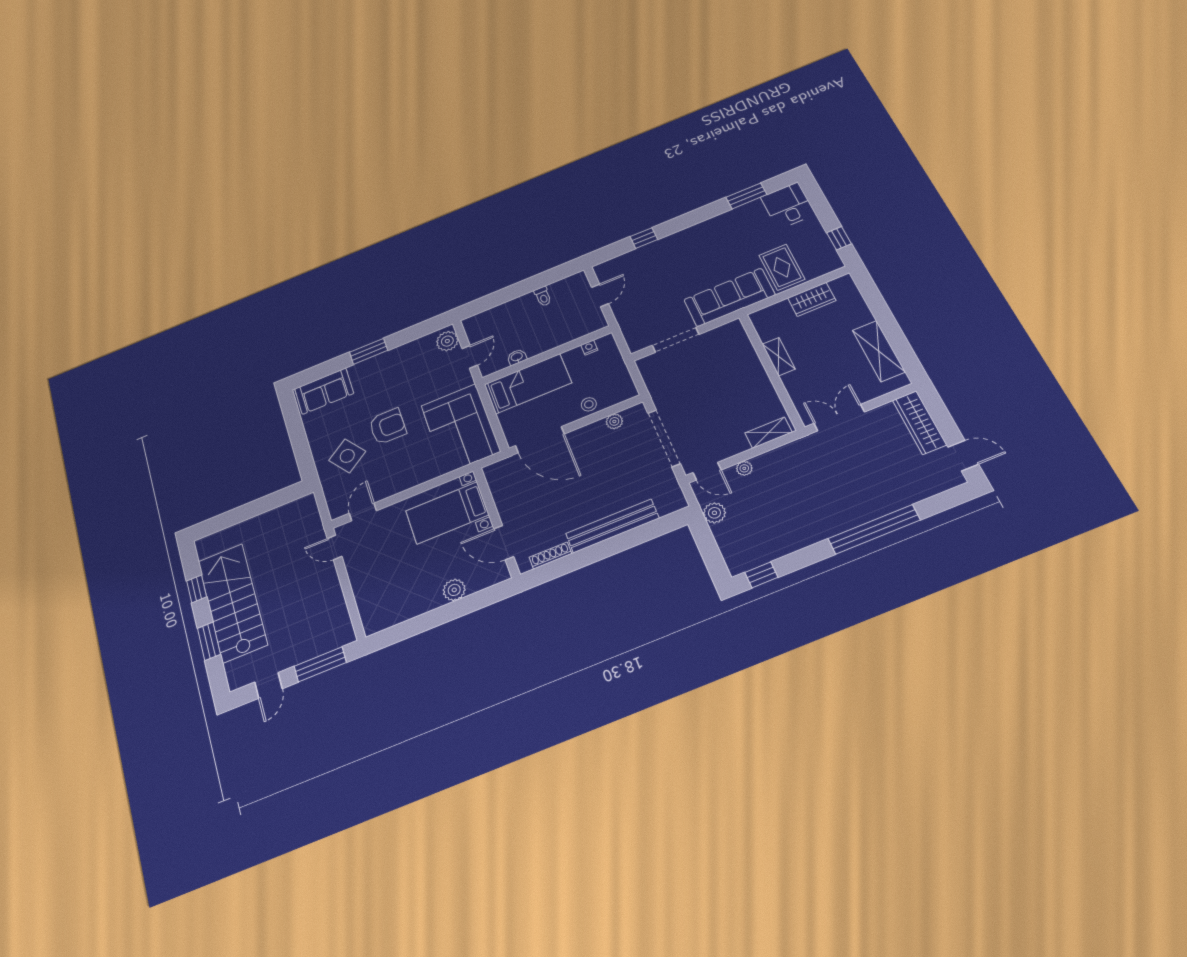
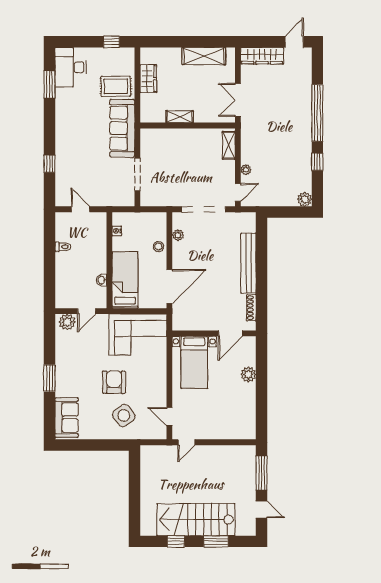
desk: (788, 206) -> (71, 67), width x1.37
door: (470, 357) -> (87, 311), swing flipped
plant: (714, 513) -> (305, 199), moved
window: (761, 575) -> (317, 162), moved

